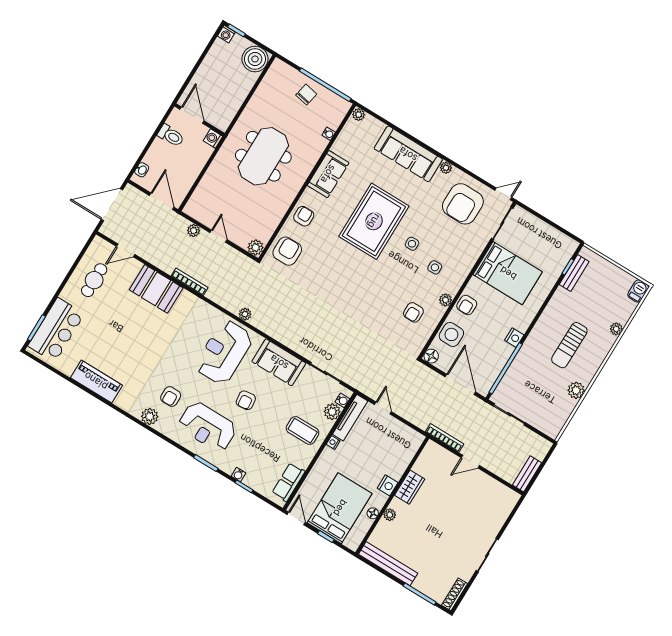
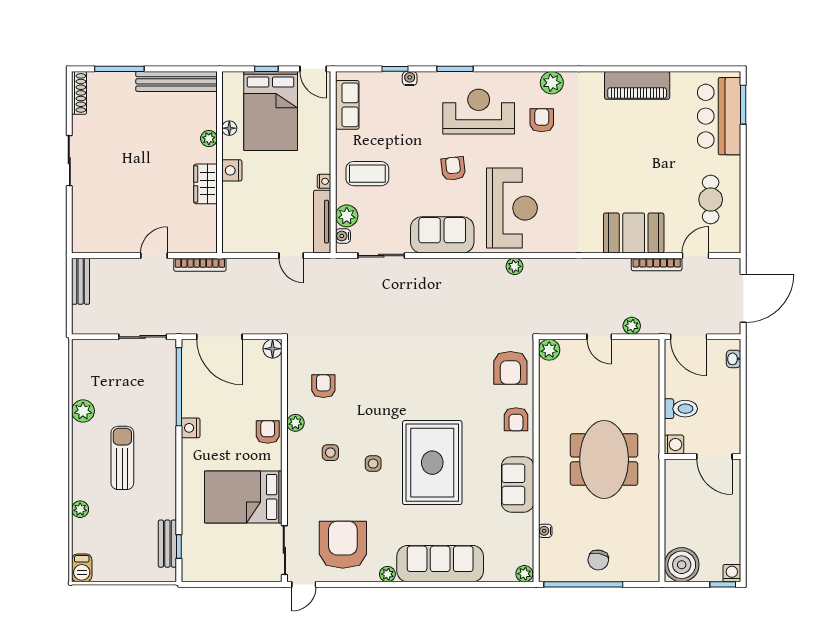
toilet: (171, 136) -> (681, 409), moved, turned 180
bookcase: (190, 282) -> (657, 264), moved
side table: (451, 334) -> (265, 388), removed

